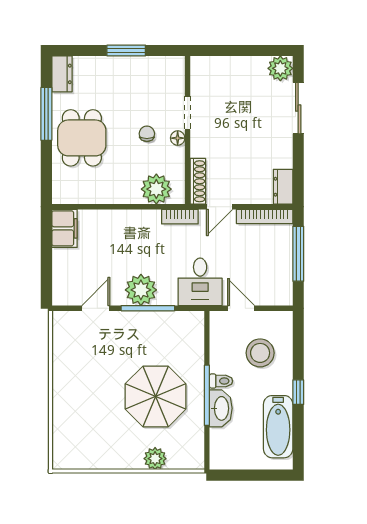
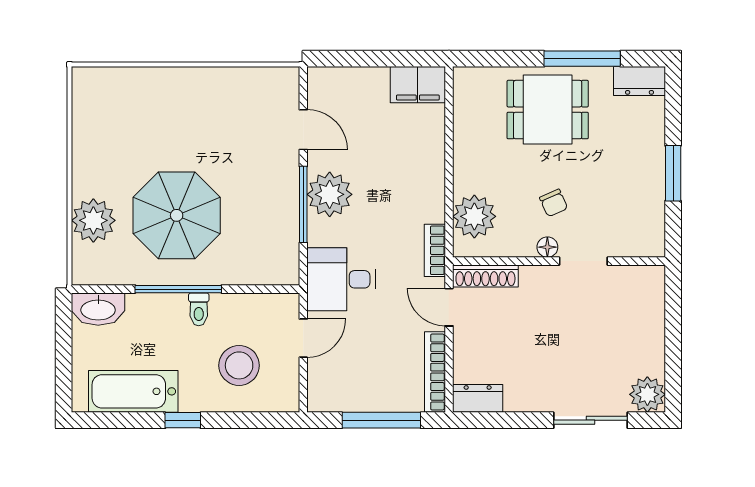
chair: (147, 134) -> (554, 203), turned 66
washbasin: (221, 408) -> (98, 309), moved
plant: (155, 459) -> (93, 220), width x1.36, depth x1.36

